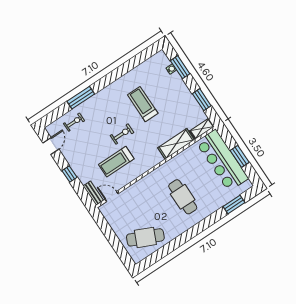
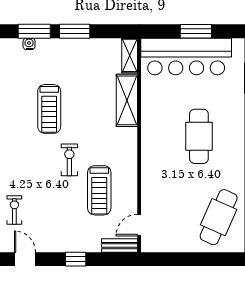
window: (202, 100) -> (75, 31), moved
treadmill: (143, 104) -> (49, 109), turned -90
cafe table: (183, 197) -> (199, 136), turned 90

